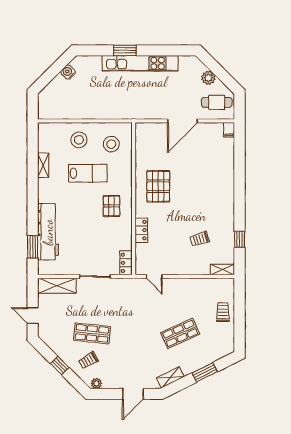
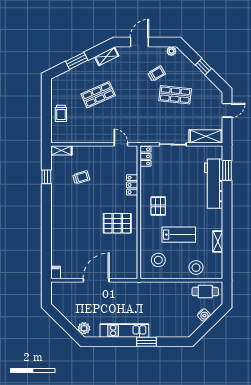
kitchen unit: (140, 63) -> (124, 331), width x0.73
water cooler: (68, 72) -> (204, 315), moved
plant: (208, 78) -> (84, 328), moved
cafe table: (217, 102) -> (205, 292), moved
stool: (79, 140) -> (196, 268), moved
lab bench: (88, 173) -> (179, 235), turned 180
pallet: (158, 186) -> (117, 223), turned 90
door: (33, 316) -> (227, 110), hinge flipped
trolley: (88, 360) -> (157, 74), moved

